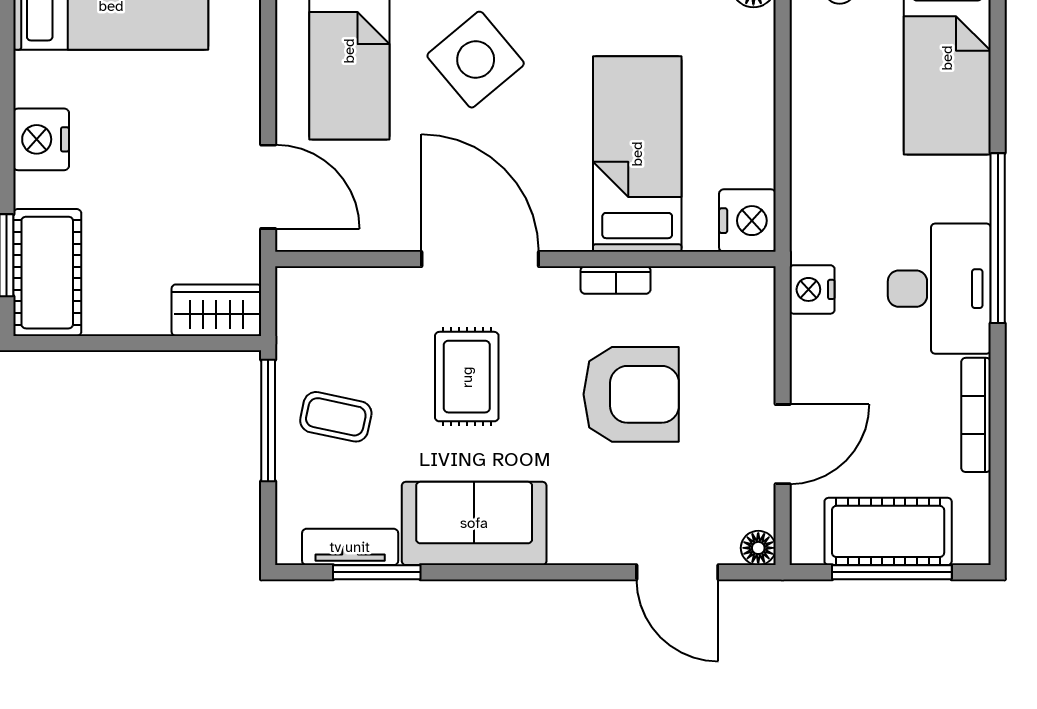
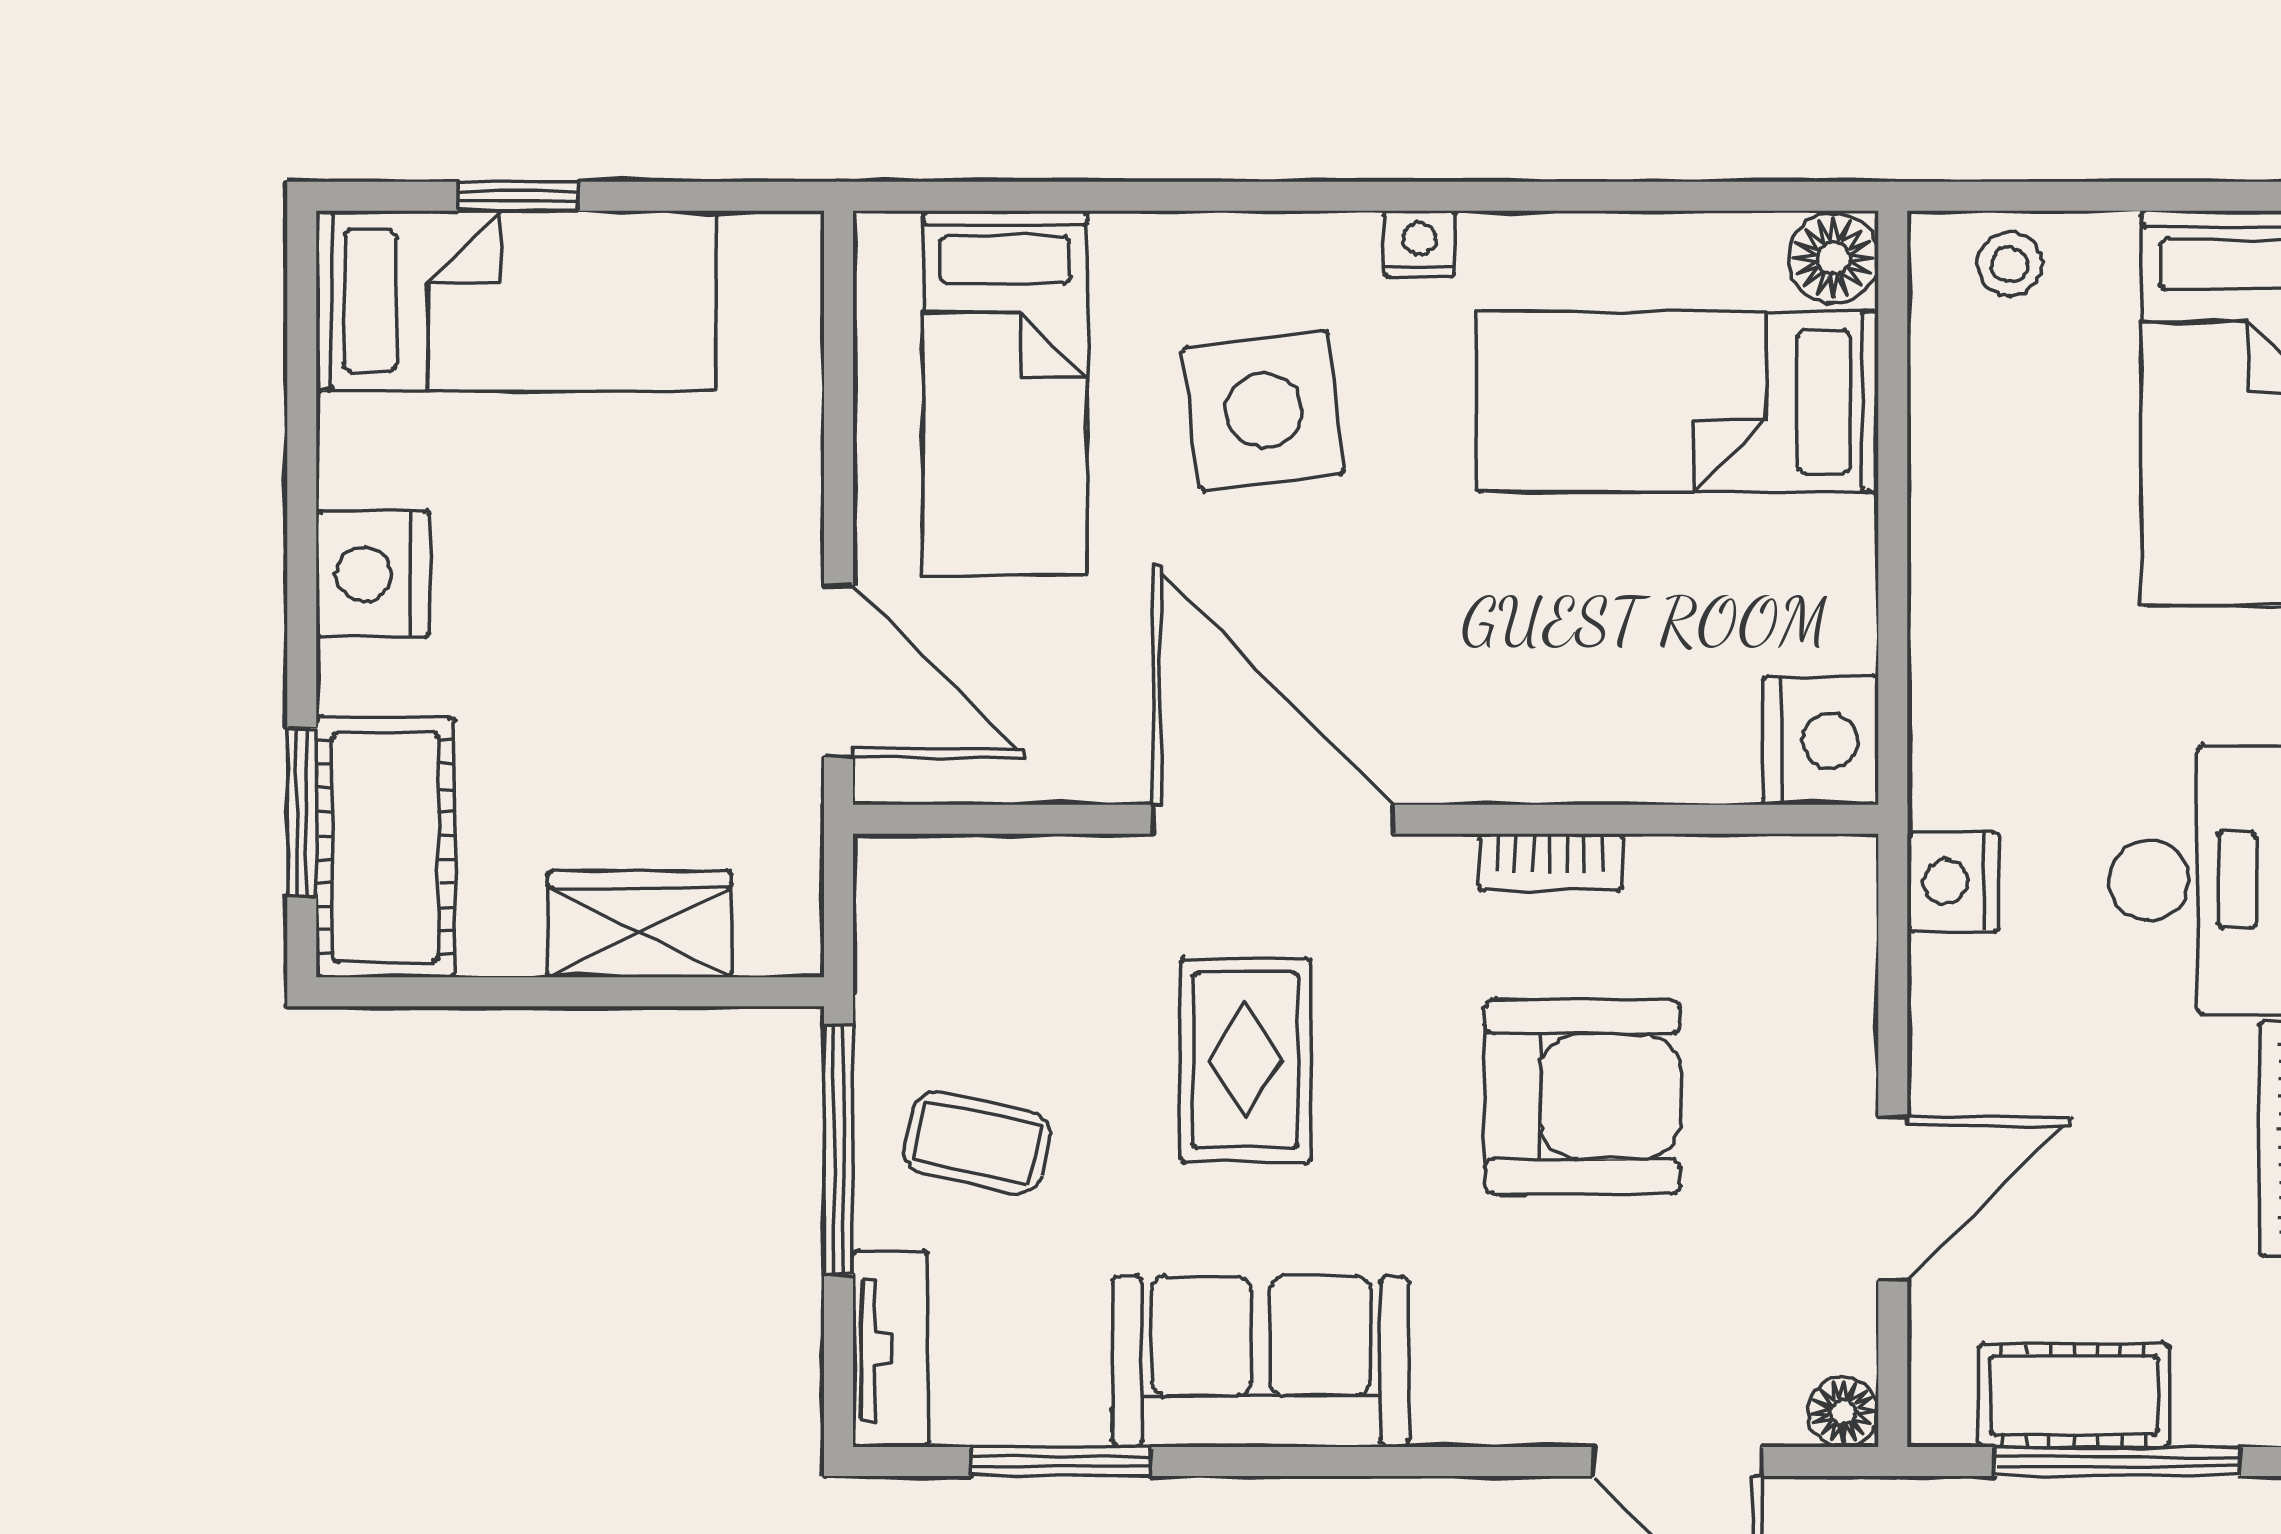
side table: (476, 60) -> (1264, 410), turned 33
bed: (637, 154) -> (1678, 402), moved, turned -90
wardrobe: (216, 310) -> (639, 924), moved
cot: (888, 531) -> (2074, 1395), width x0.73, depth x0.75
tv unit: (350, 547) -> (890, 1349), moved, turned 90

